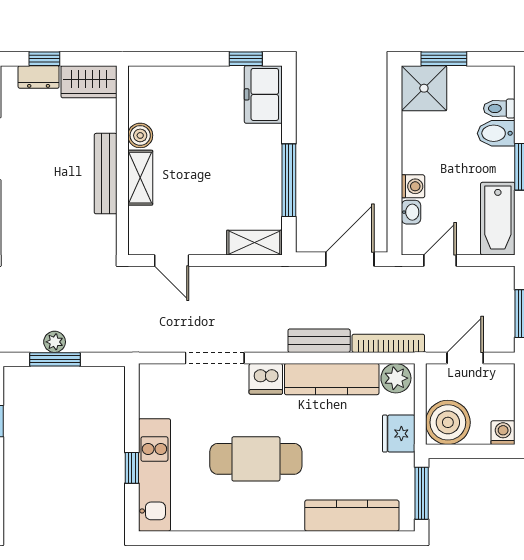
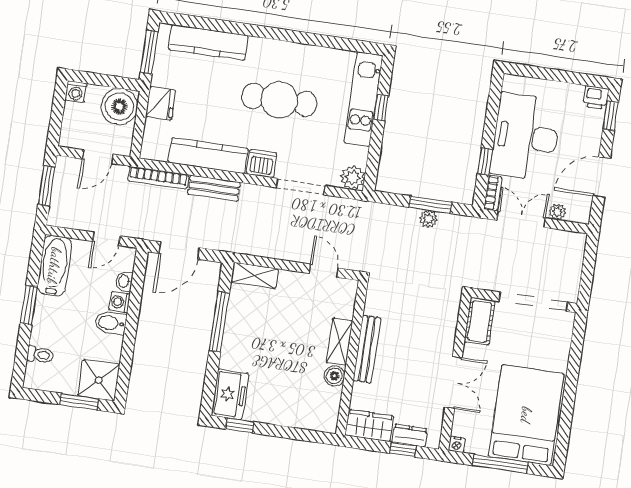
bidet: (496, 133) -> (110, 323), moved, turned 180
plant: (396, 378) -> (353, 178), moved

